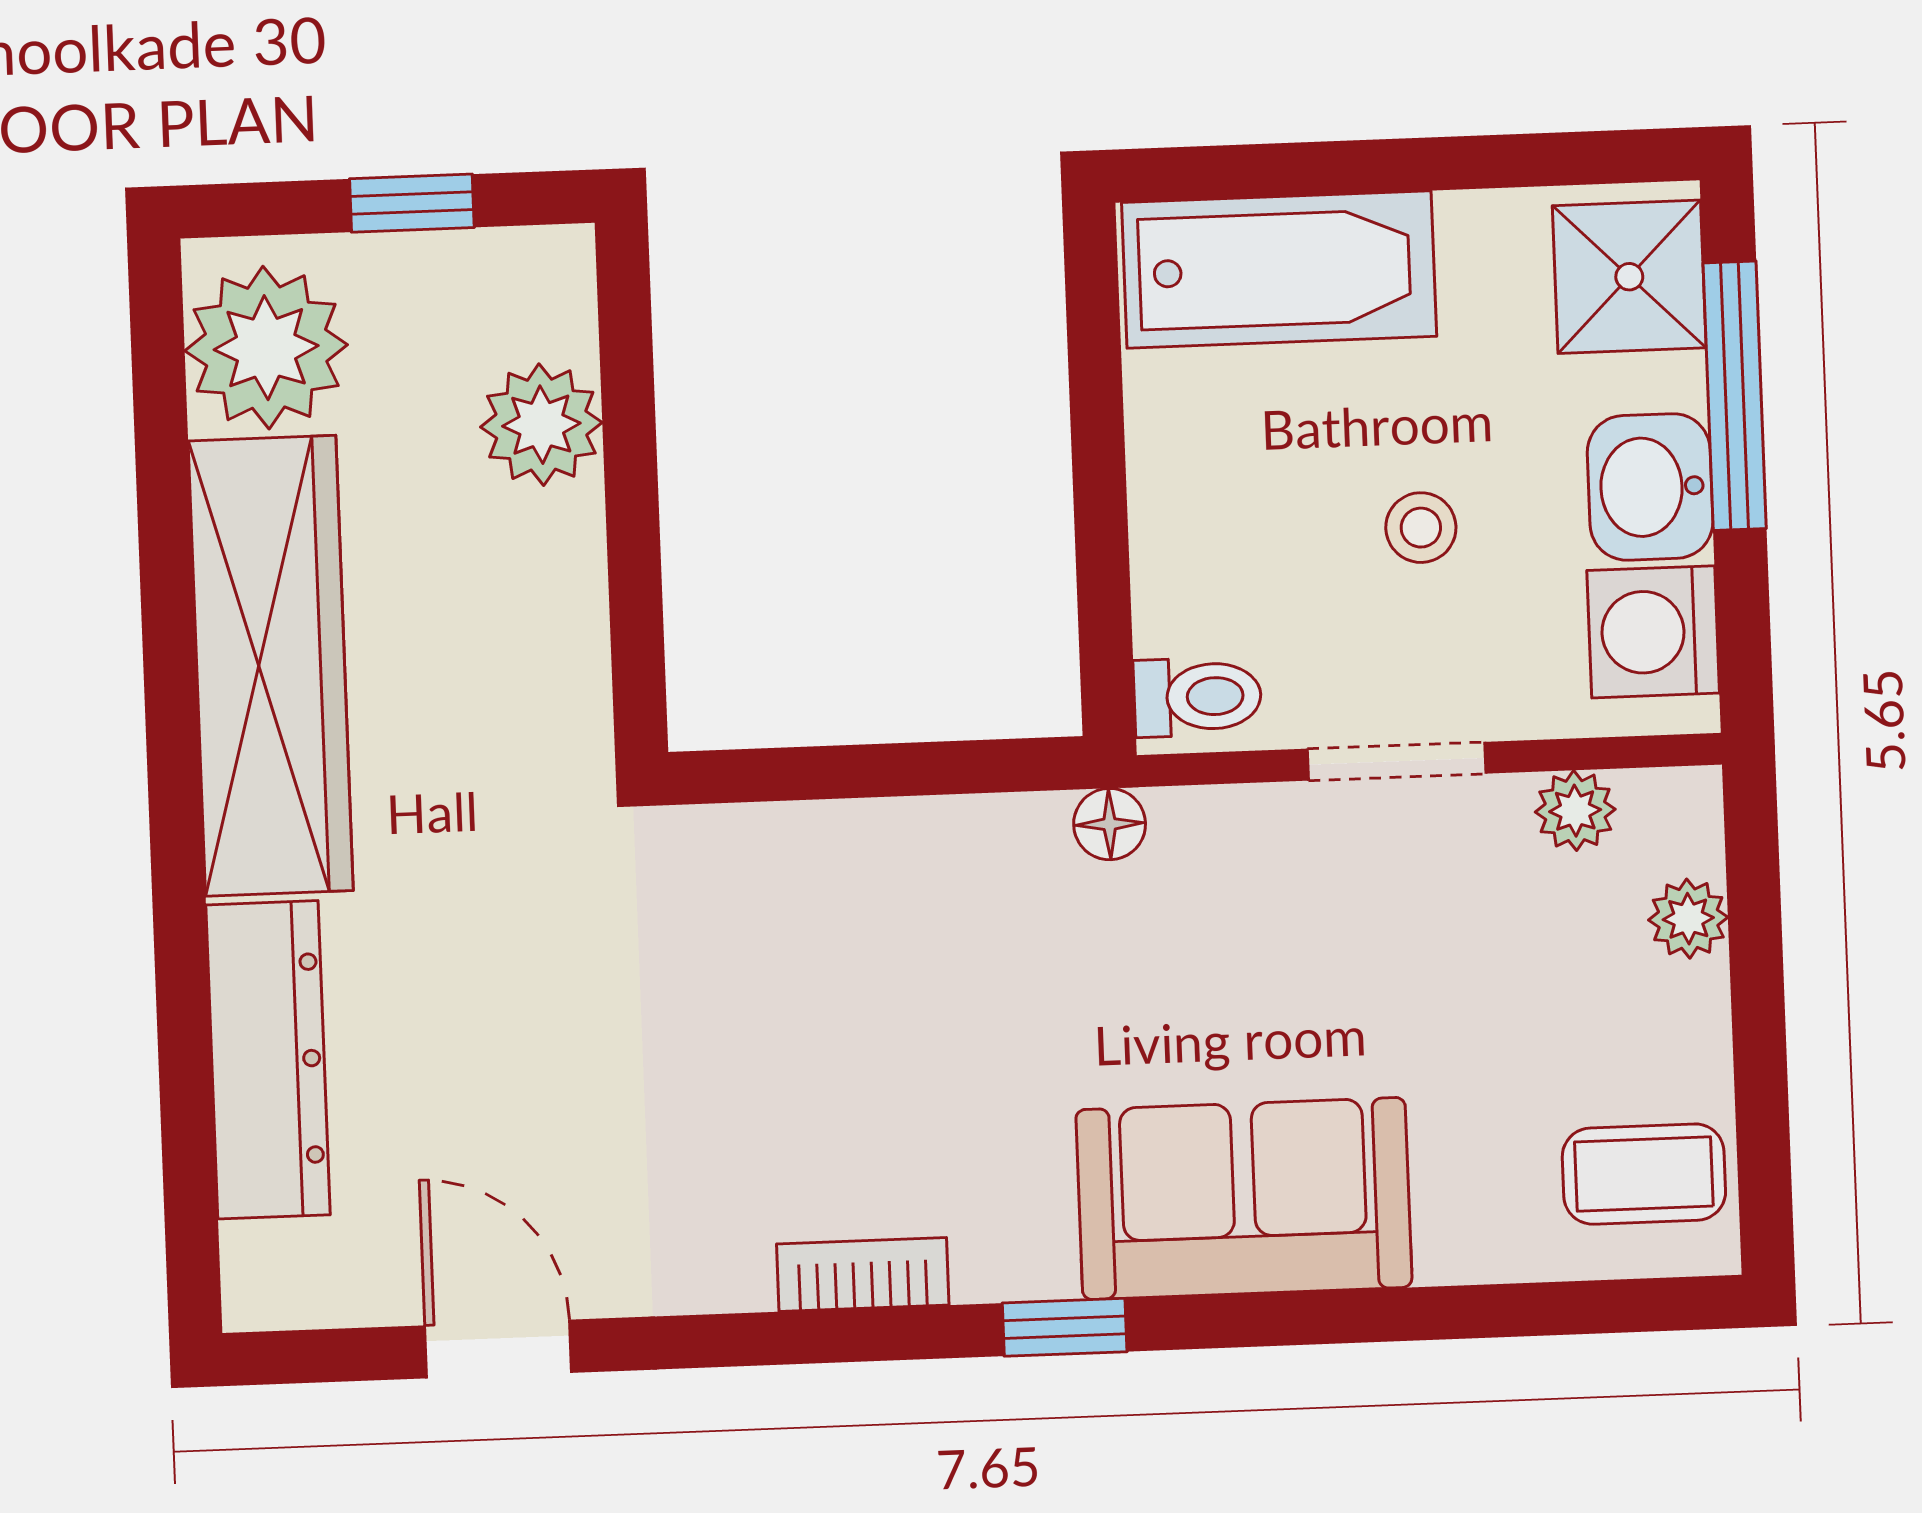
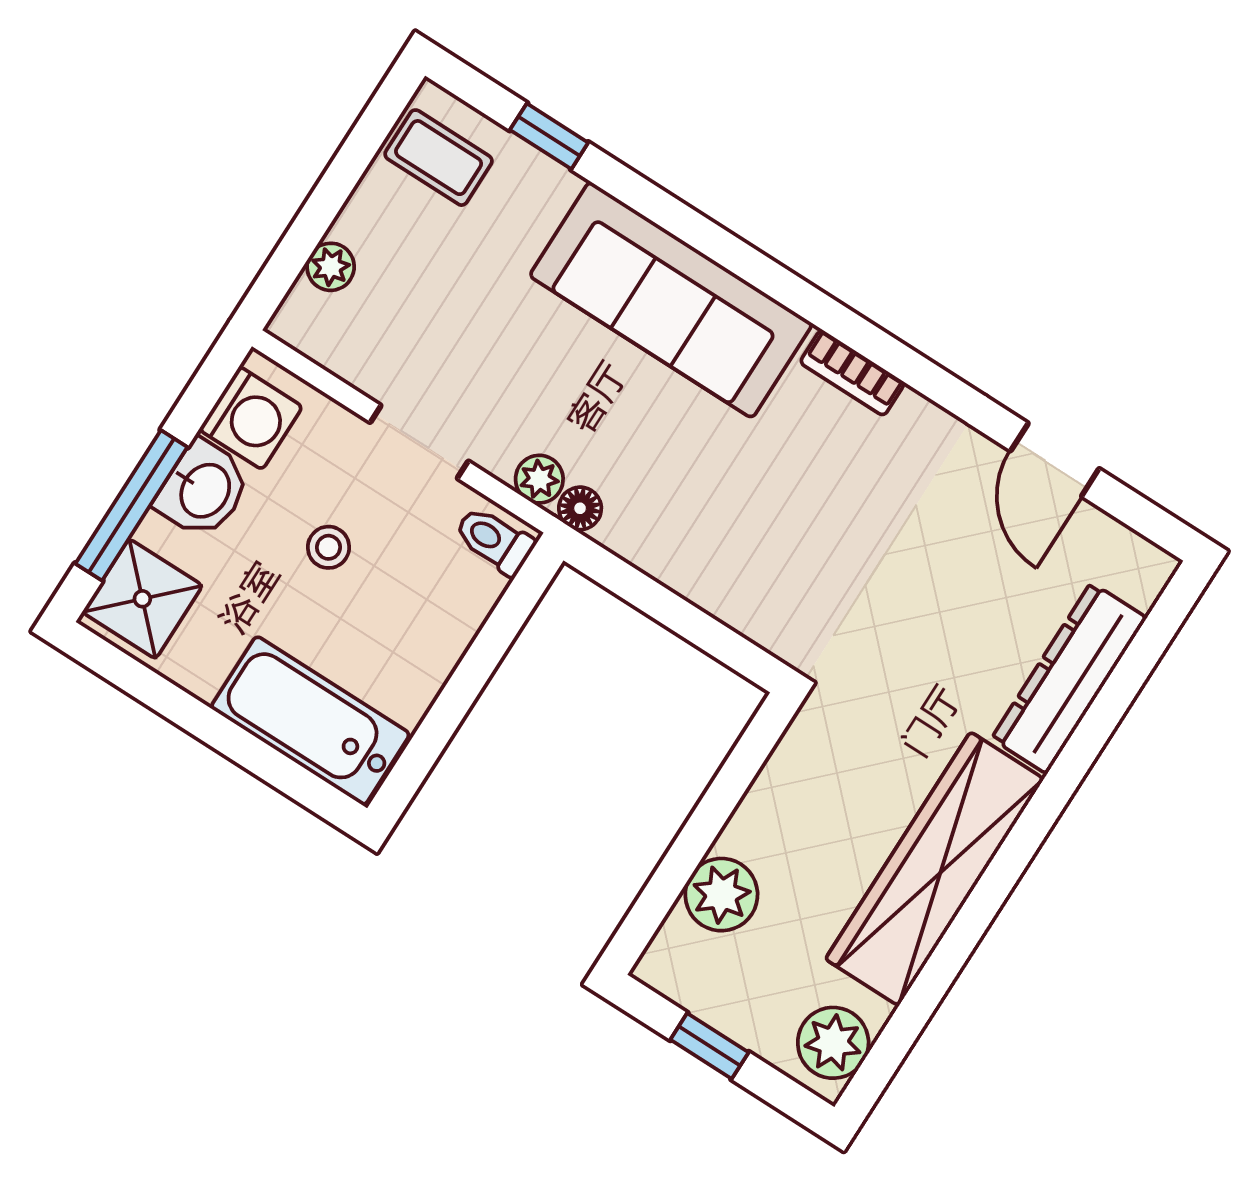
plant: (266, 348) -> (833, 1043), width x0.73, depth x0.73
plant: (1575, 811) -> (539, 479), moved
sofa: (1244, 1198) -> (671, 300), width x1.36
window: (1065, 1327) -> (549, 136), moved

